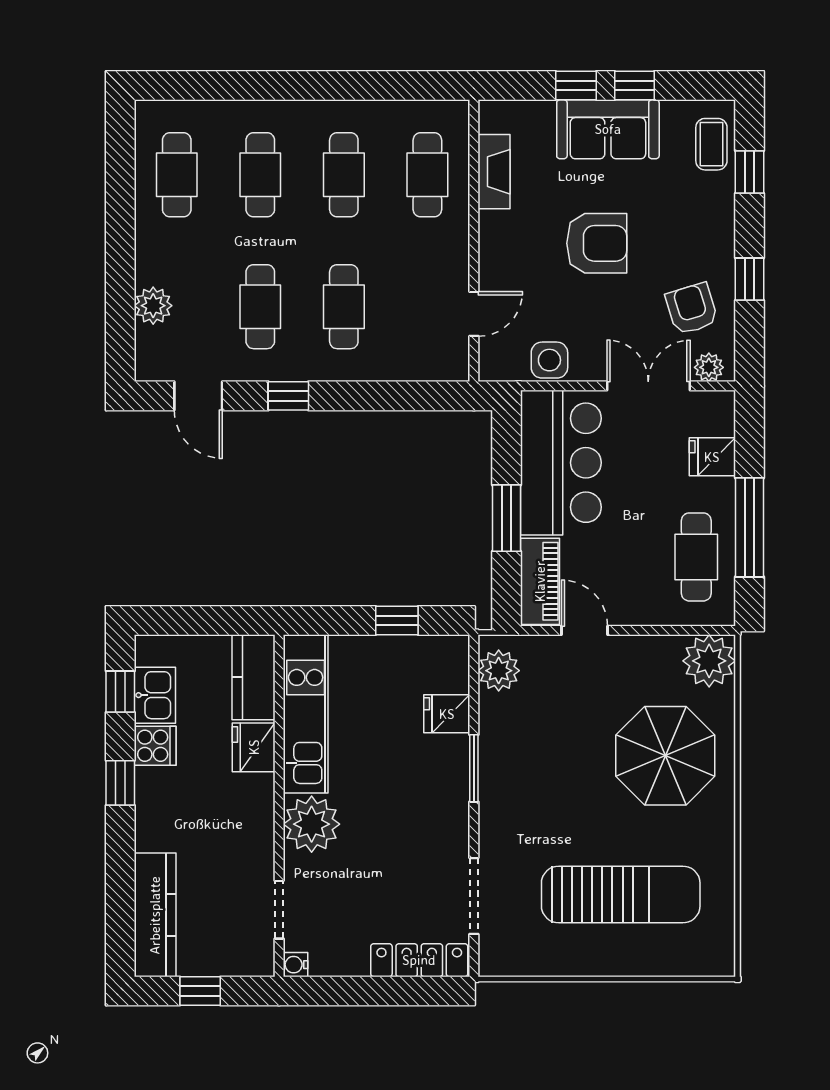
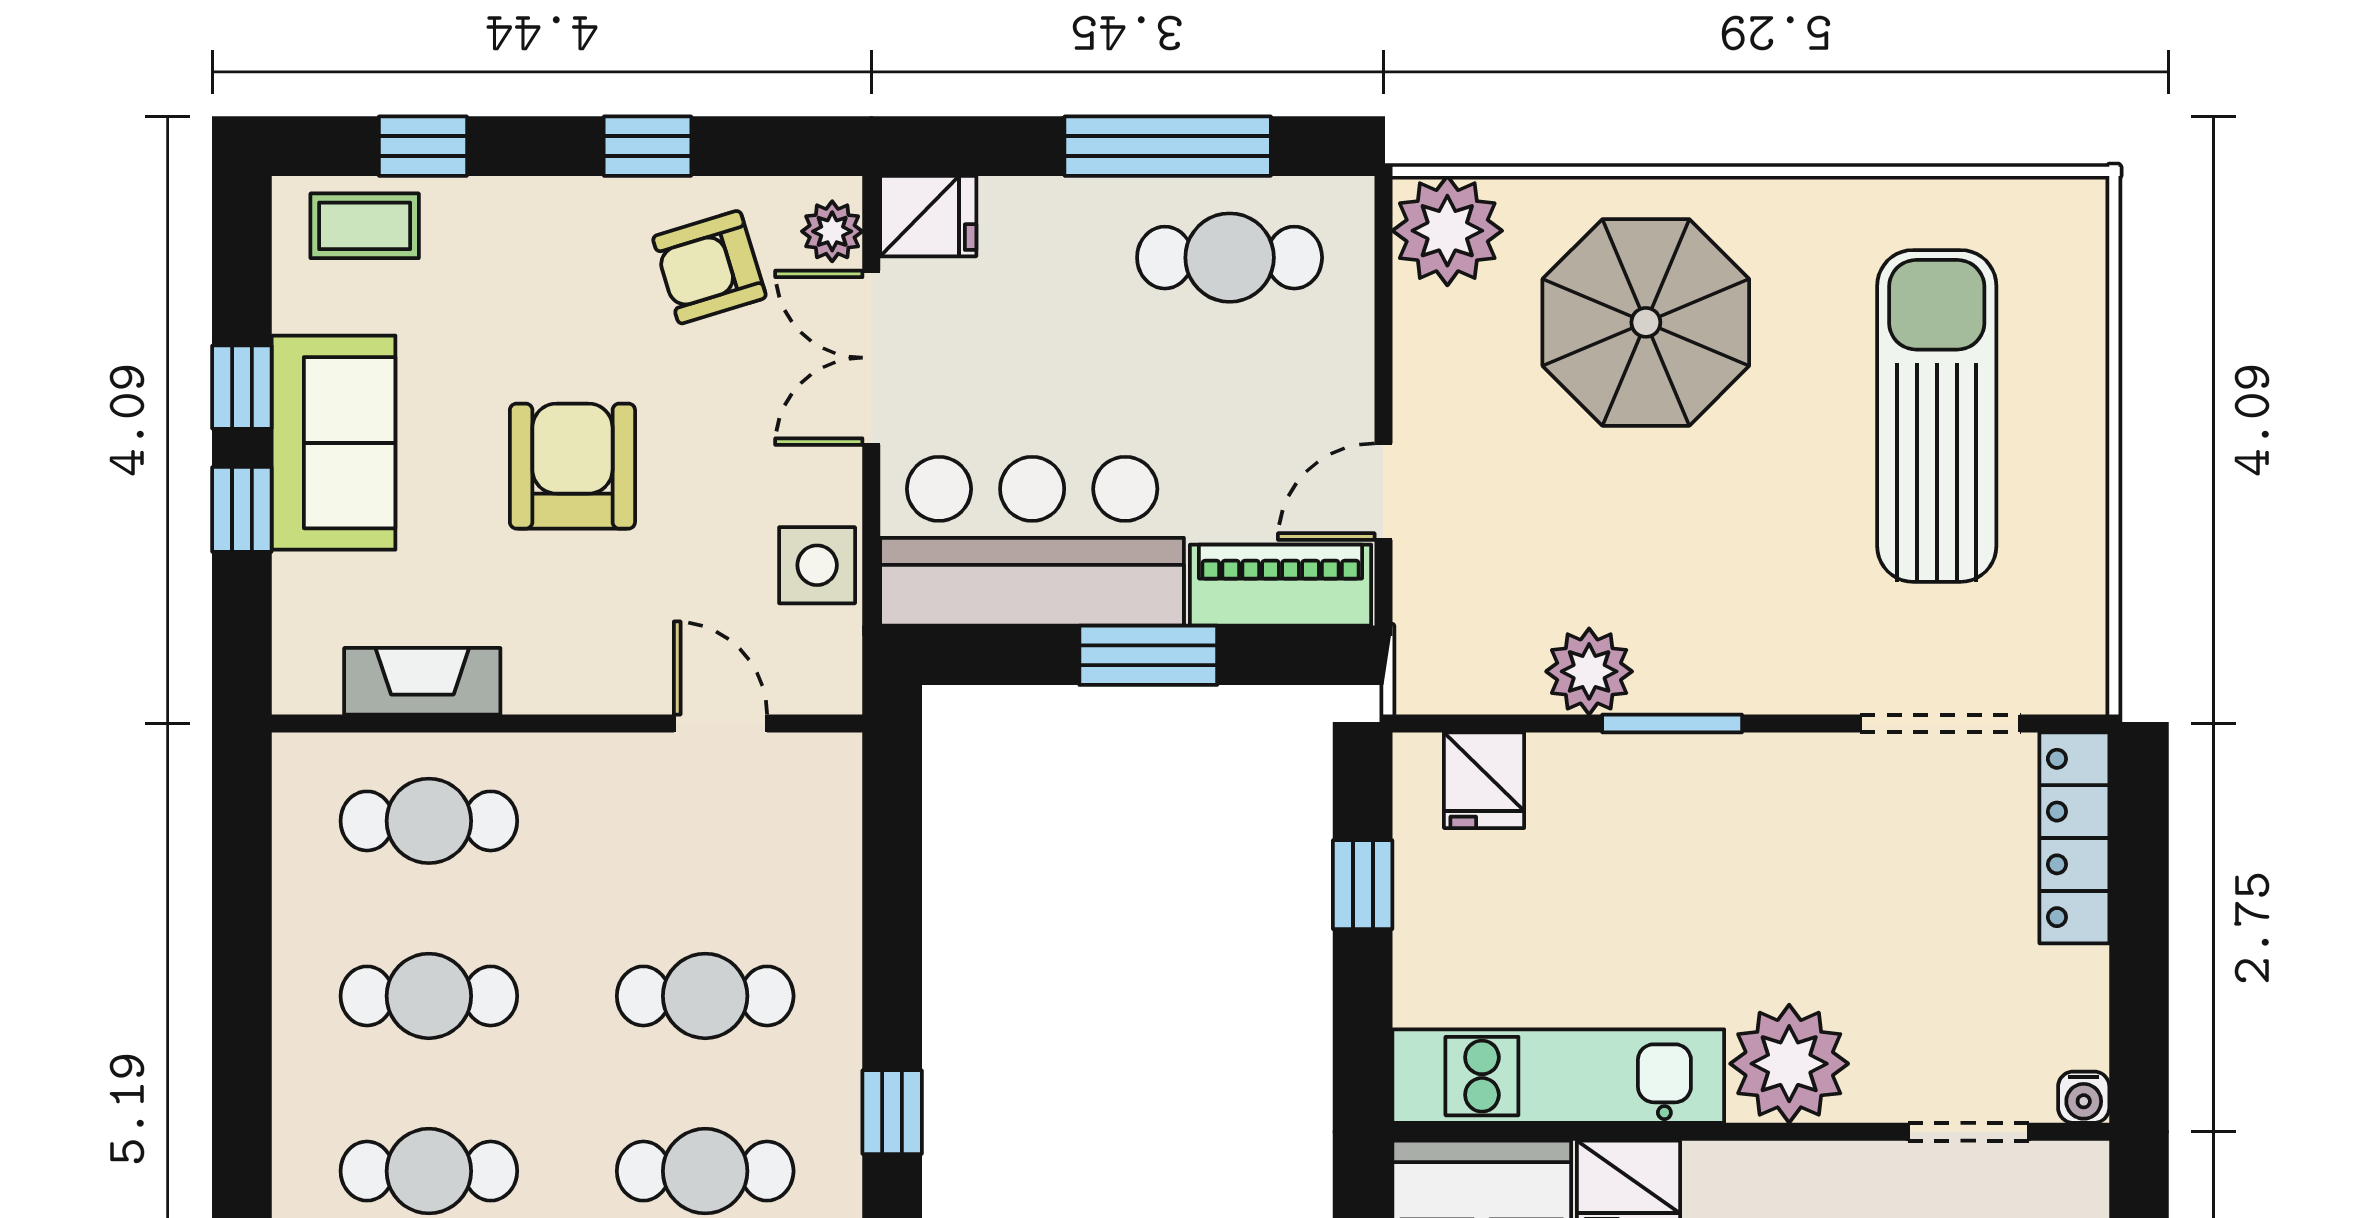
fridge: (712, 457) -> (928, 216), moved, turned -90
plant: (499, 671) -> (1589, 671), moved
fridge: (447, 714) -> (1484, 780), moved

